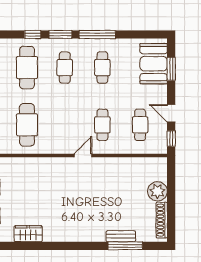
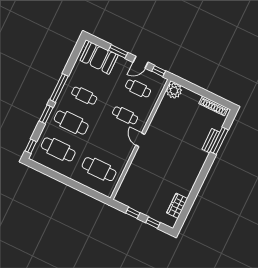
window: (33, 35) -> (31, 146), moved
cafe table: (65, 68) -> (71, 123), width x1.37, depth x1.35
window: (171, 69) -> (118, 51), moved
plant: (157, 191) -> (174, 91), moved

